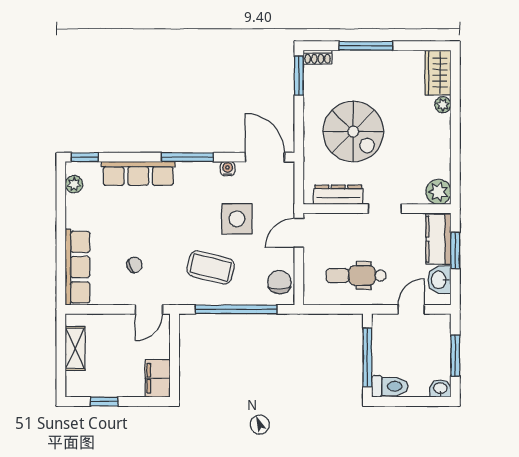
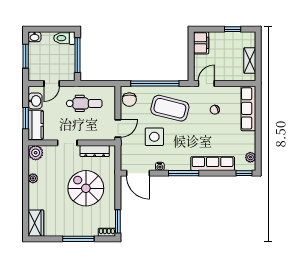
plant: (443, 105) -> (33, 178), moved
coffee table: (211, 267) -> (170, 108), width x1.36, depth x1.32

